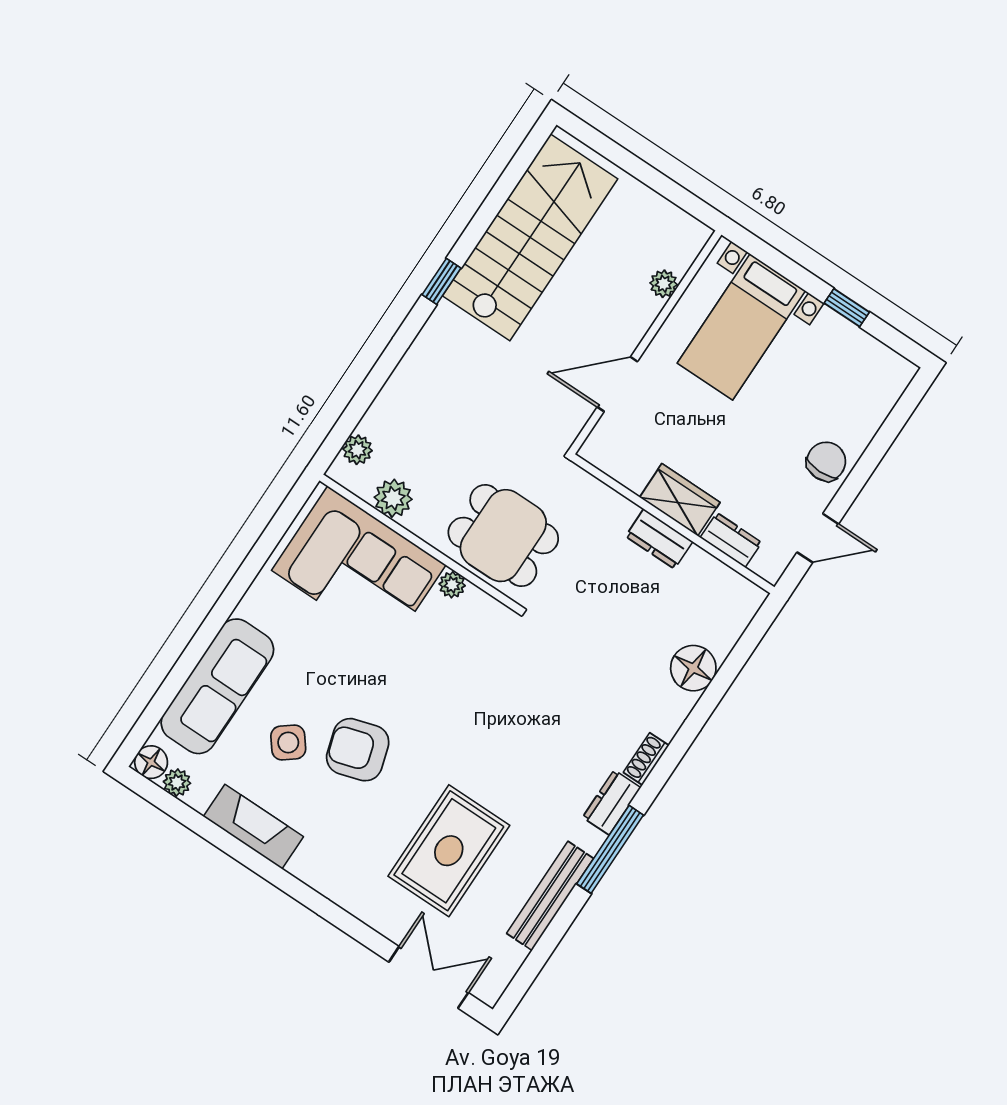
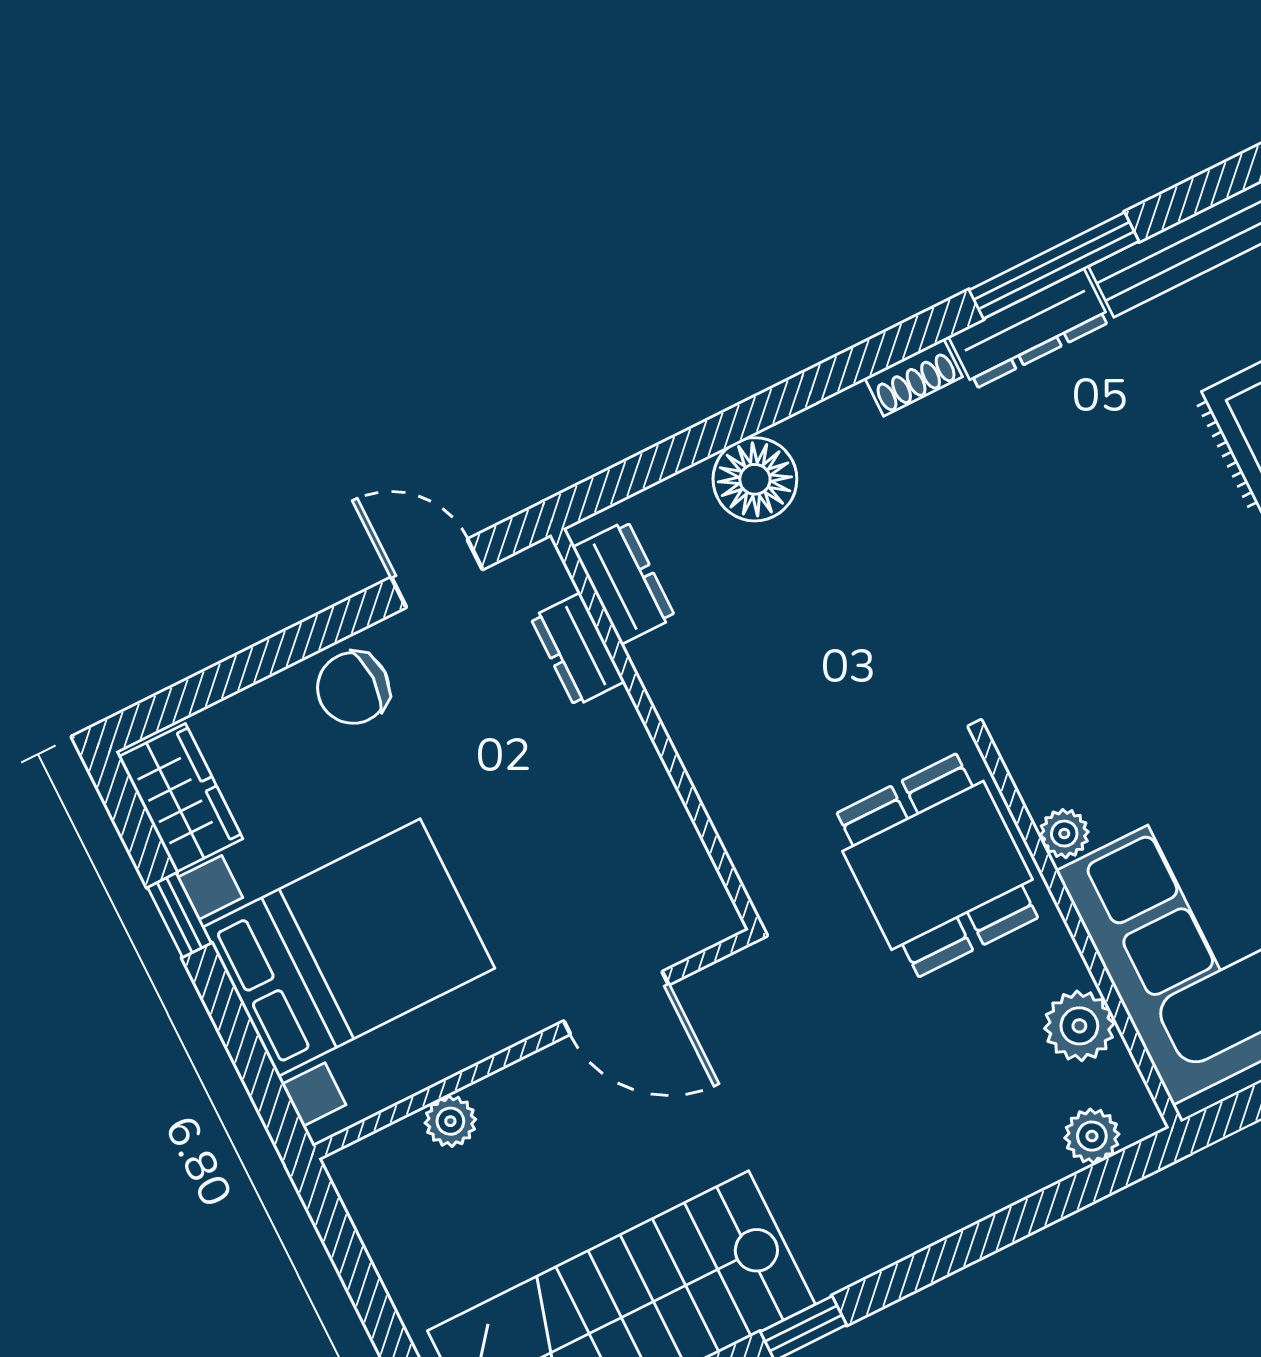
bed with nightstands: (741, 327) -> (349, 948), width x1.36
wardrobe: (680, 500) -> (181, 798), moved, turned 180
dresser: (659, 539) -> (624, 582), moved
dresser: (612, 802) -> (1029, 329), width x1.44

